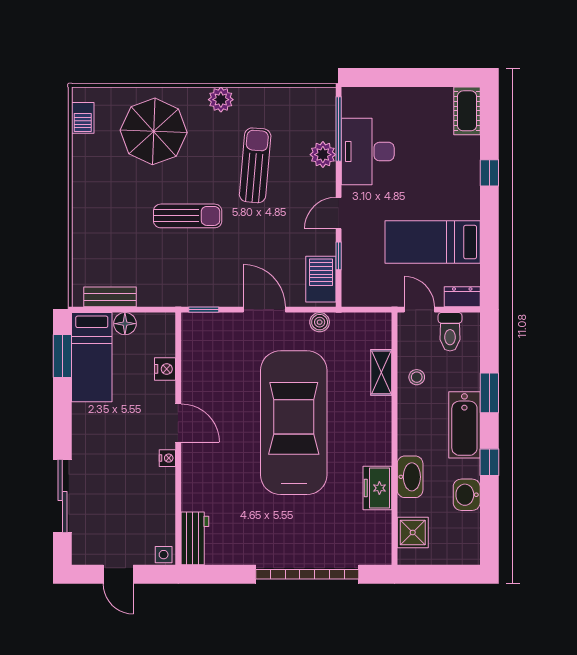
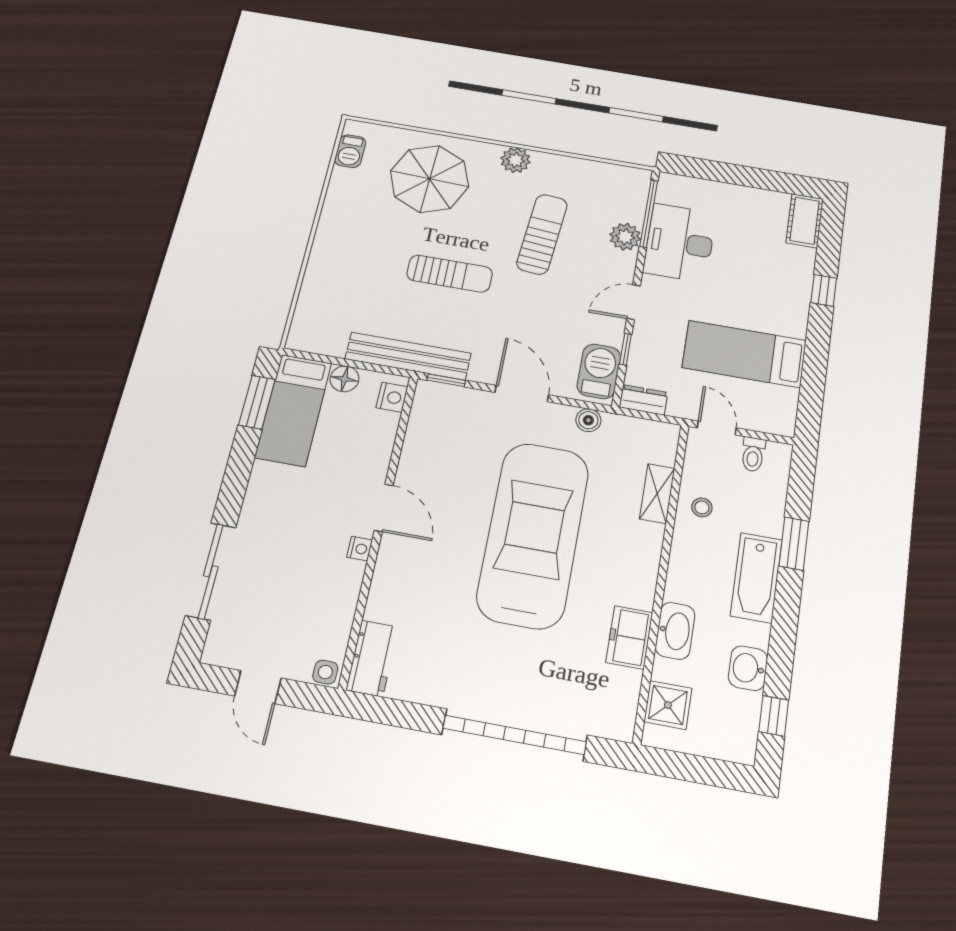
bench: (110, 297) -> (408, 356), moved, width x1.86, depth x1.21
dresser: (462, 297) -> (643, 400), moved
toilet: (450, 332) -> (753, 454), width x0.73, depth x0.72
nightstand: (165, 369) -> (392, 397), moved
window: (489, 462) -> (774, 716), moved

